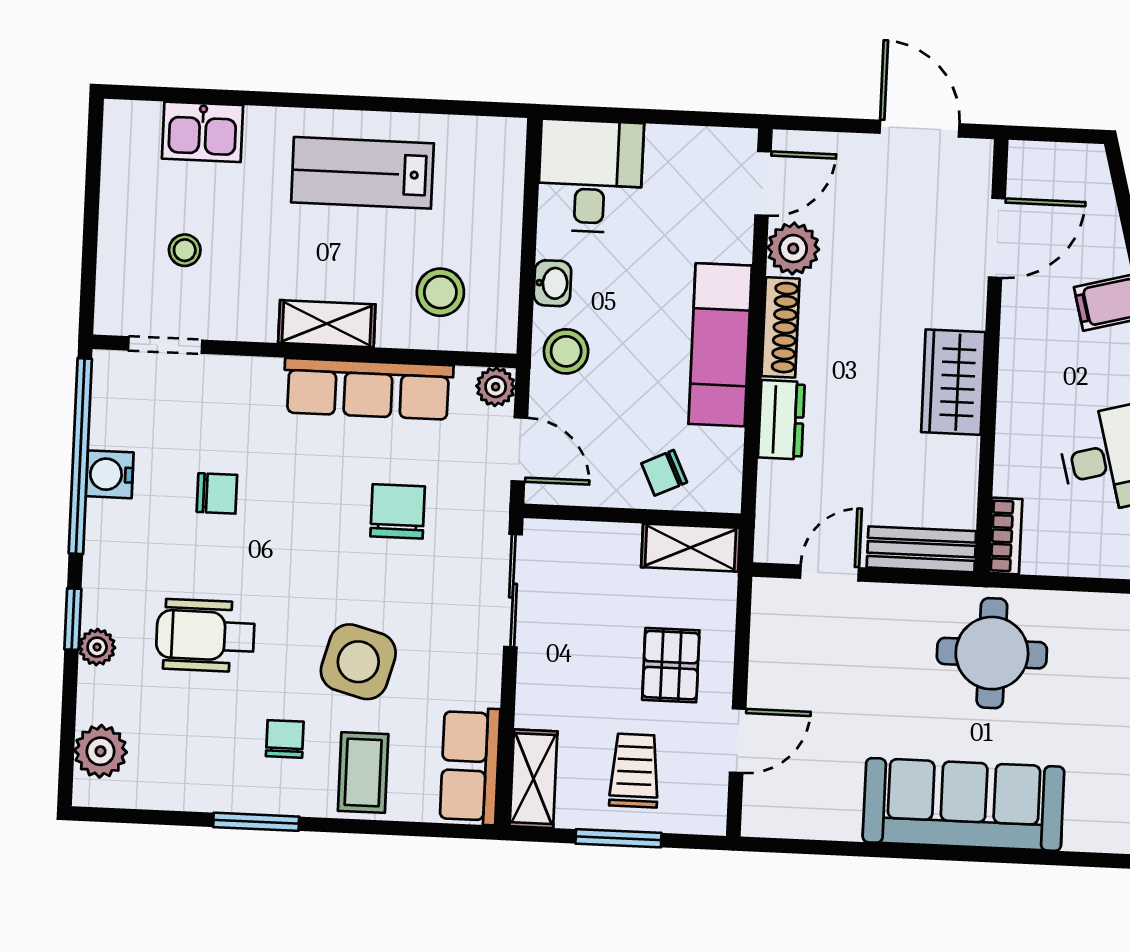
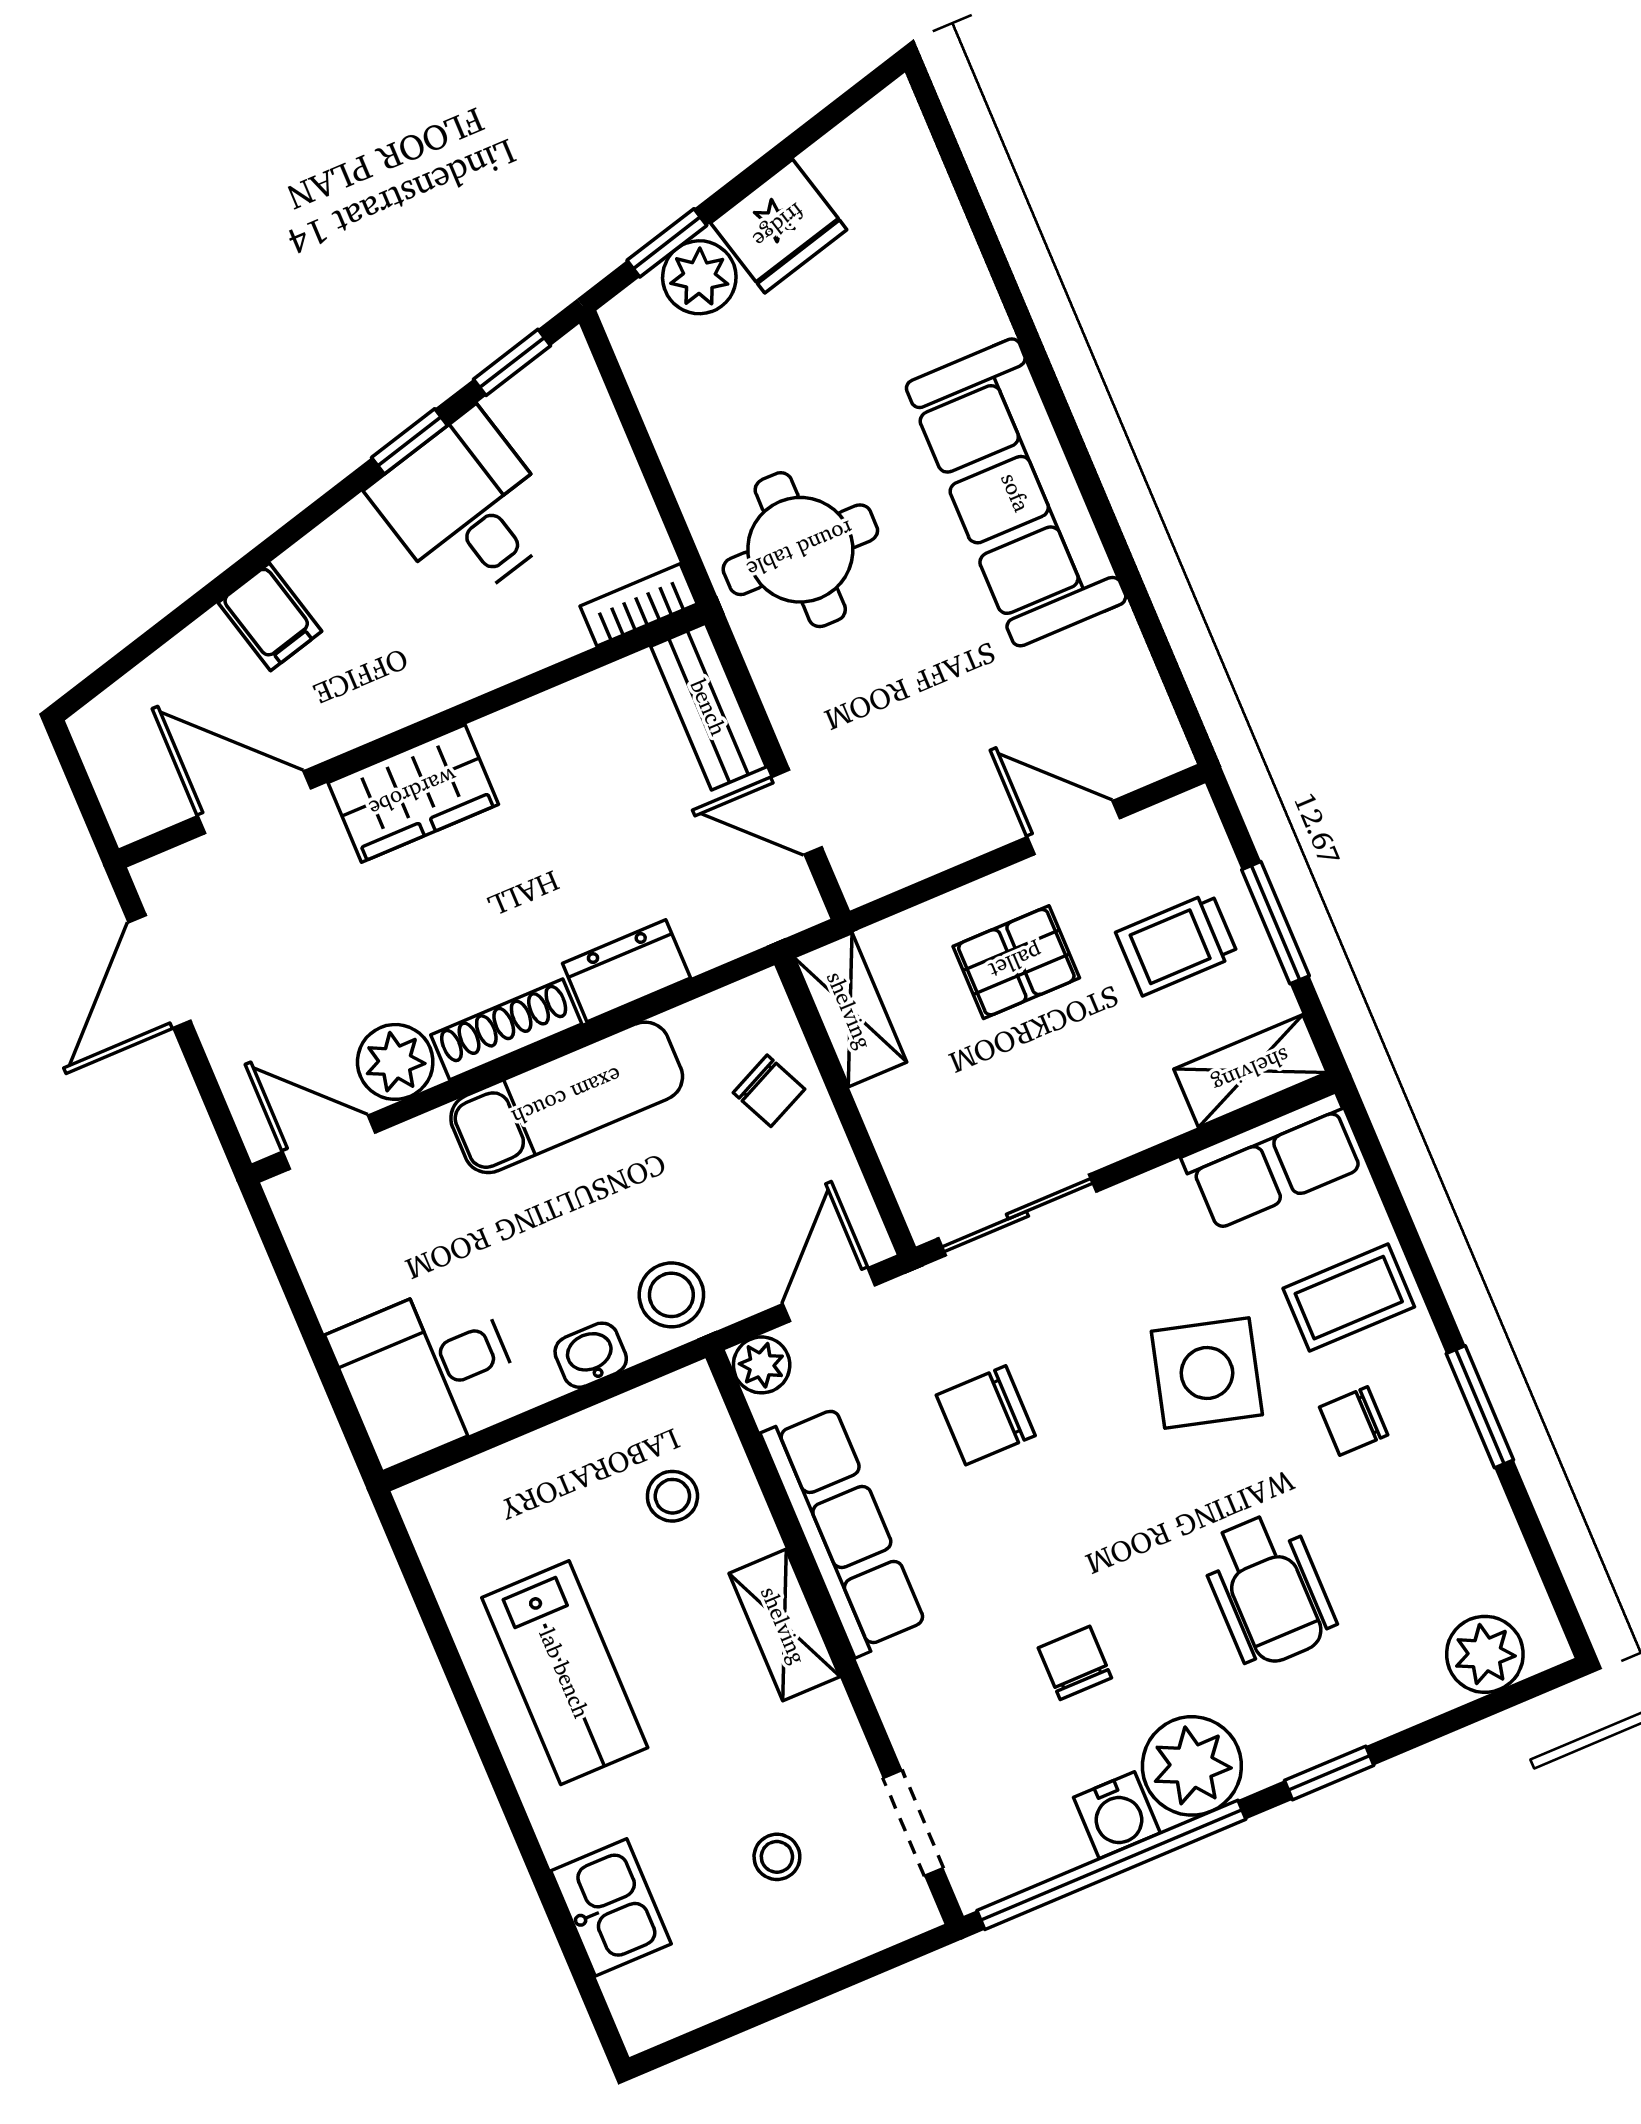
stool: (440, 292) -> (672, 1496), width x0.73, depth x0.73
wardrobe: (953, 382) -> (413, 793), moved
plant: (97, 647) -> (1192, 1766), moved, width x1.88, depth x1.88

